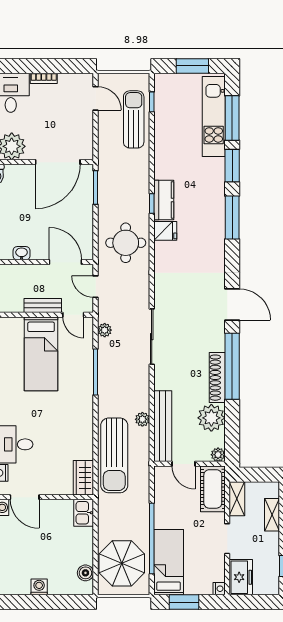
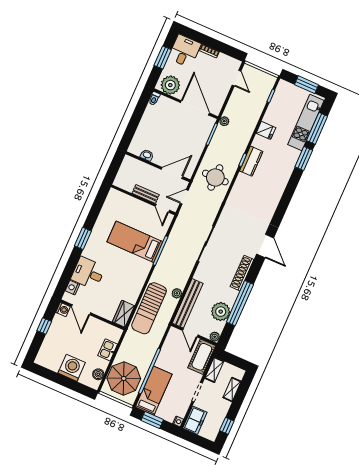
sun lounger: (134, 119) -> (255, 102), removed
door: (58, 162) -> (195, 108), swing flipped
window: (232, 217) -> (289, 191), removed
fridge: (165, 231) -> (266, 130), moved
door: (65, 262) -> (172, 173), hinge flipped
door: (96, 287) -> (184, 197), hinge flipped
plant: (105, 330) -> (224, 121), moved
bed: (41, 354) -> (135, 242), moved, turned 90
window: (232, 366) -> (240, 303), moved
shoe rack: (217, 378) -> (242, 273), moved
kitchen sink: (84, 513) -> (108, 350), moved
washing machine: (39, 587) -> (72, 368), width x1.89, depth x1.89

